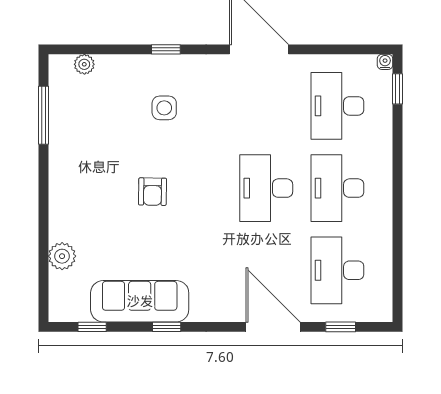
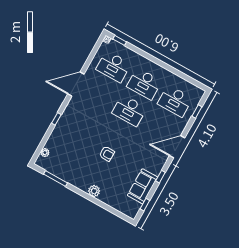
side table: (164, 108) -> (78, 132), removed
plant: (62, 256) -> (94, 191), moved
sofa: (140, 301) -> (143, 186), width x0.73
door: (273, 327) -> (177, 147), moved

